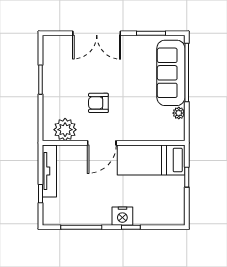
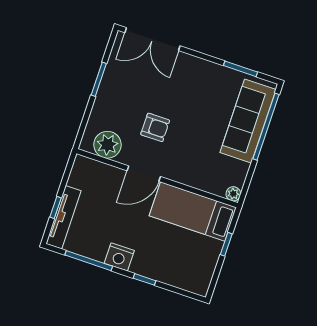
double door: (97, 33) -> (152, 39), moved
armchair: (98, 103) -> (155, 127), turned 180
plant: (179, 113) -> (233, 194), moved
tv unit: (49, 171) -> (63, 217), moved
nightstand: (122, 216) -> (119, 257), moved

